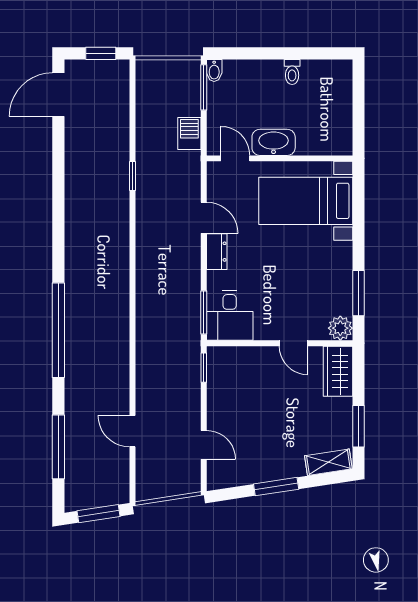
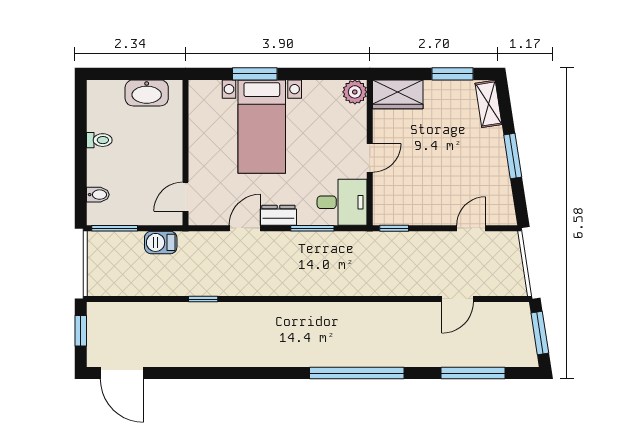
bidet: (214, 71) -> (98, 195), moved
washbasin: (274, 142) -> (147, 93), moved, turned -90
bed with nightstands: (306, 201) -> (262, 127), moved
window: (358, 293) -> (255, 74), moved
window: (204, 313) -> (312, 228), moved
door: (293, 343) -> (370, 158), moved

